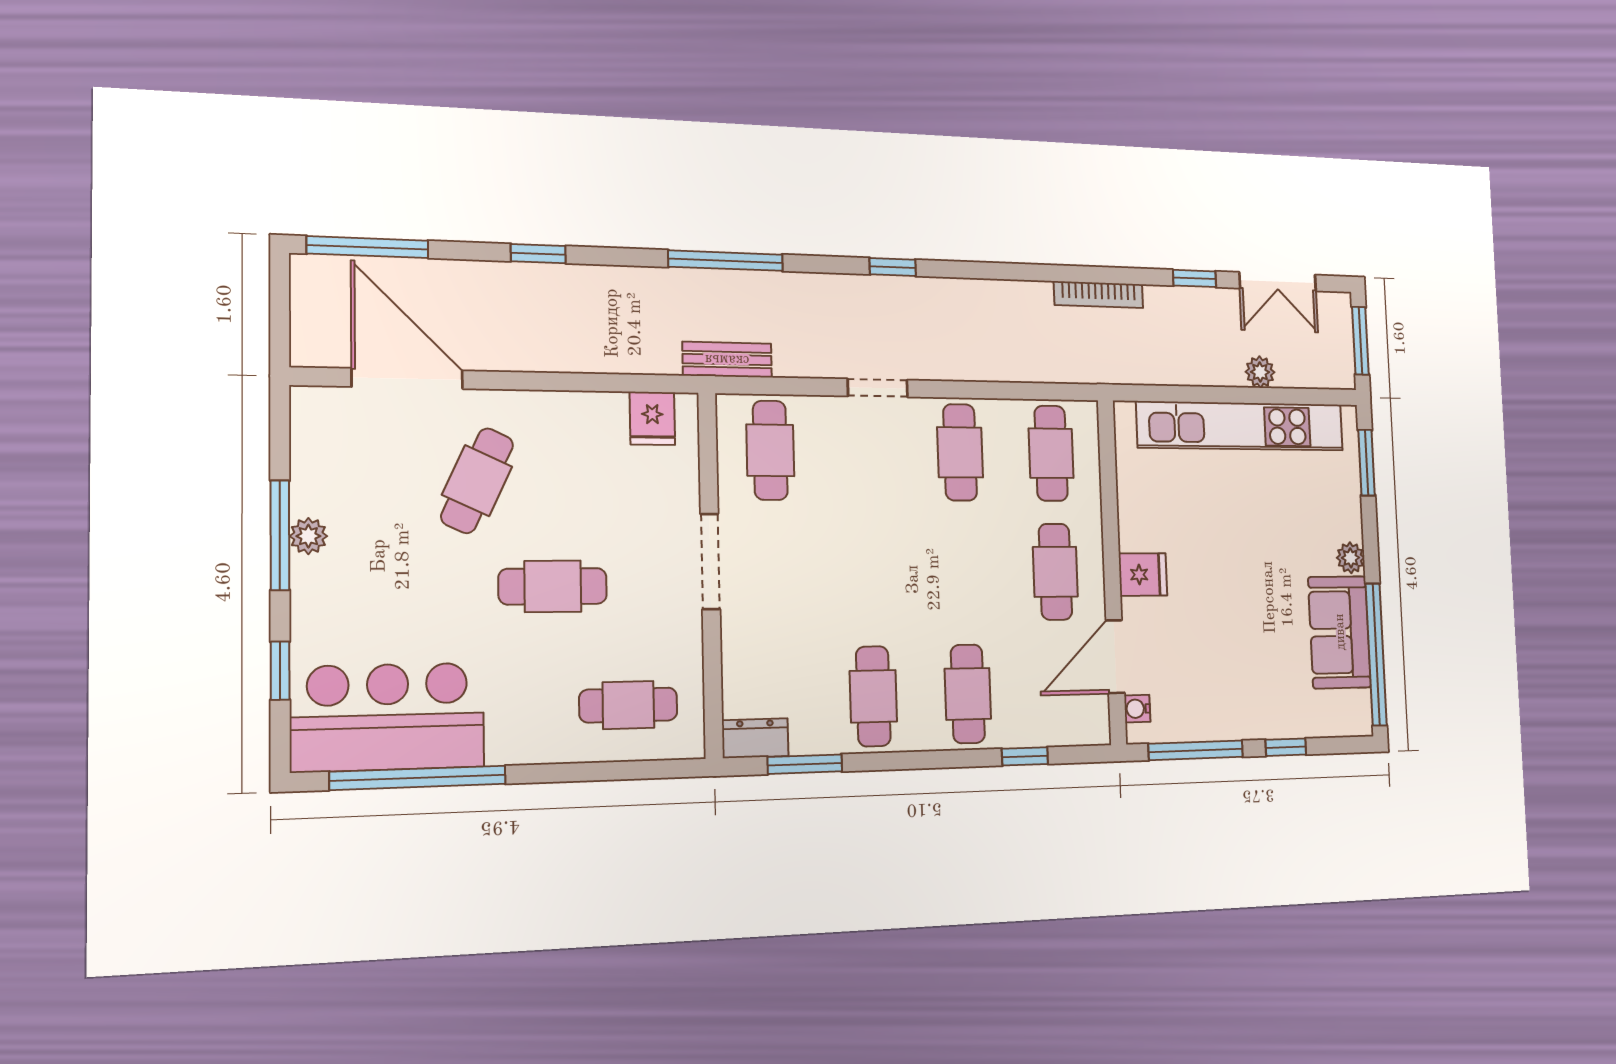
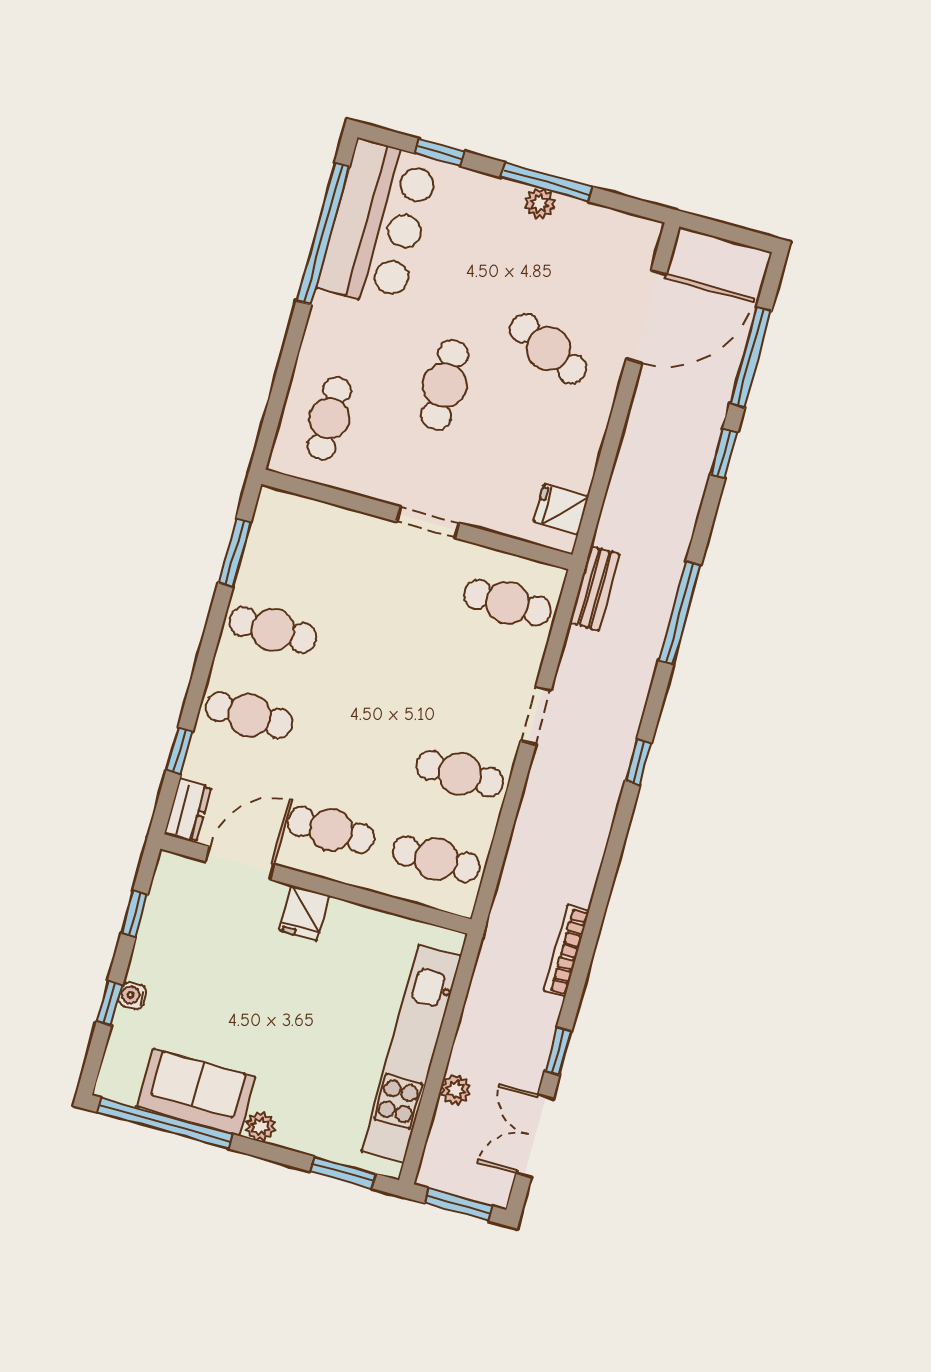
window: (368, 247) -> (751, 357), moved
doorway: (710, 561) -> (428, 522), width x0.73
door: (1115, 657) -> (240, 863), hinge flipped
water cooler: (1137, 709) -> (132, 995), moved, turned -90
dresser: (755, 738) -> (188, 810), moved
window: (1196, 750) -> (134, 914), width x0.46

